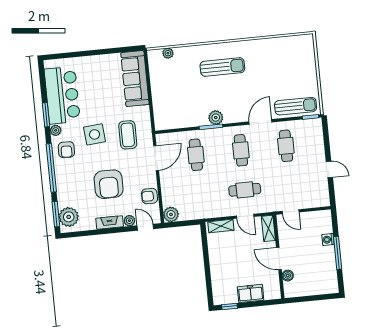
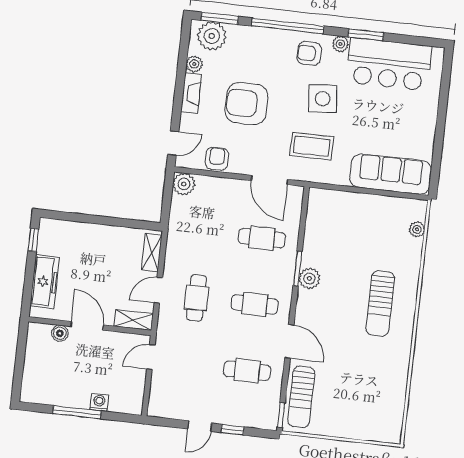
window: (327, 147) -> (233, 430), added
plant: (129, 221) -> (194, 64), moved
door: (279, 258) -> (87, 326), hinge flipped
freezer: (251, 293) -> (45, 282), width x1.40

